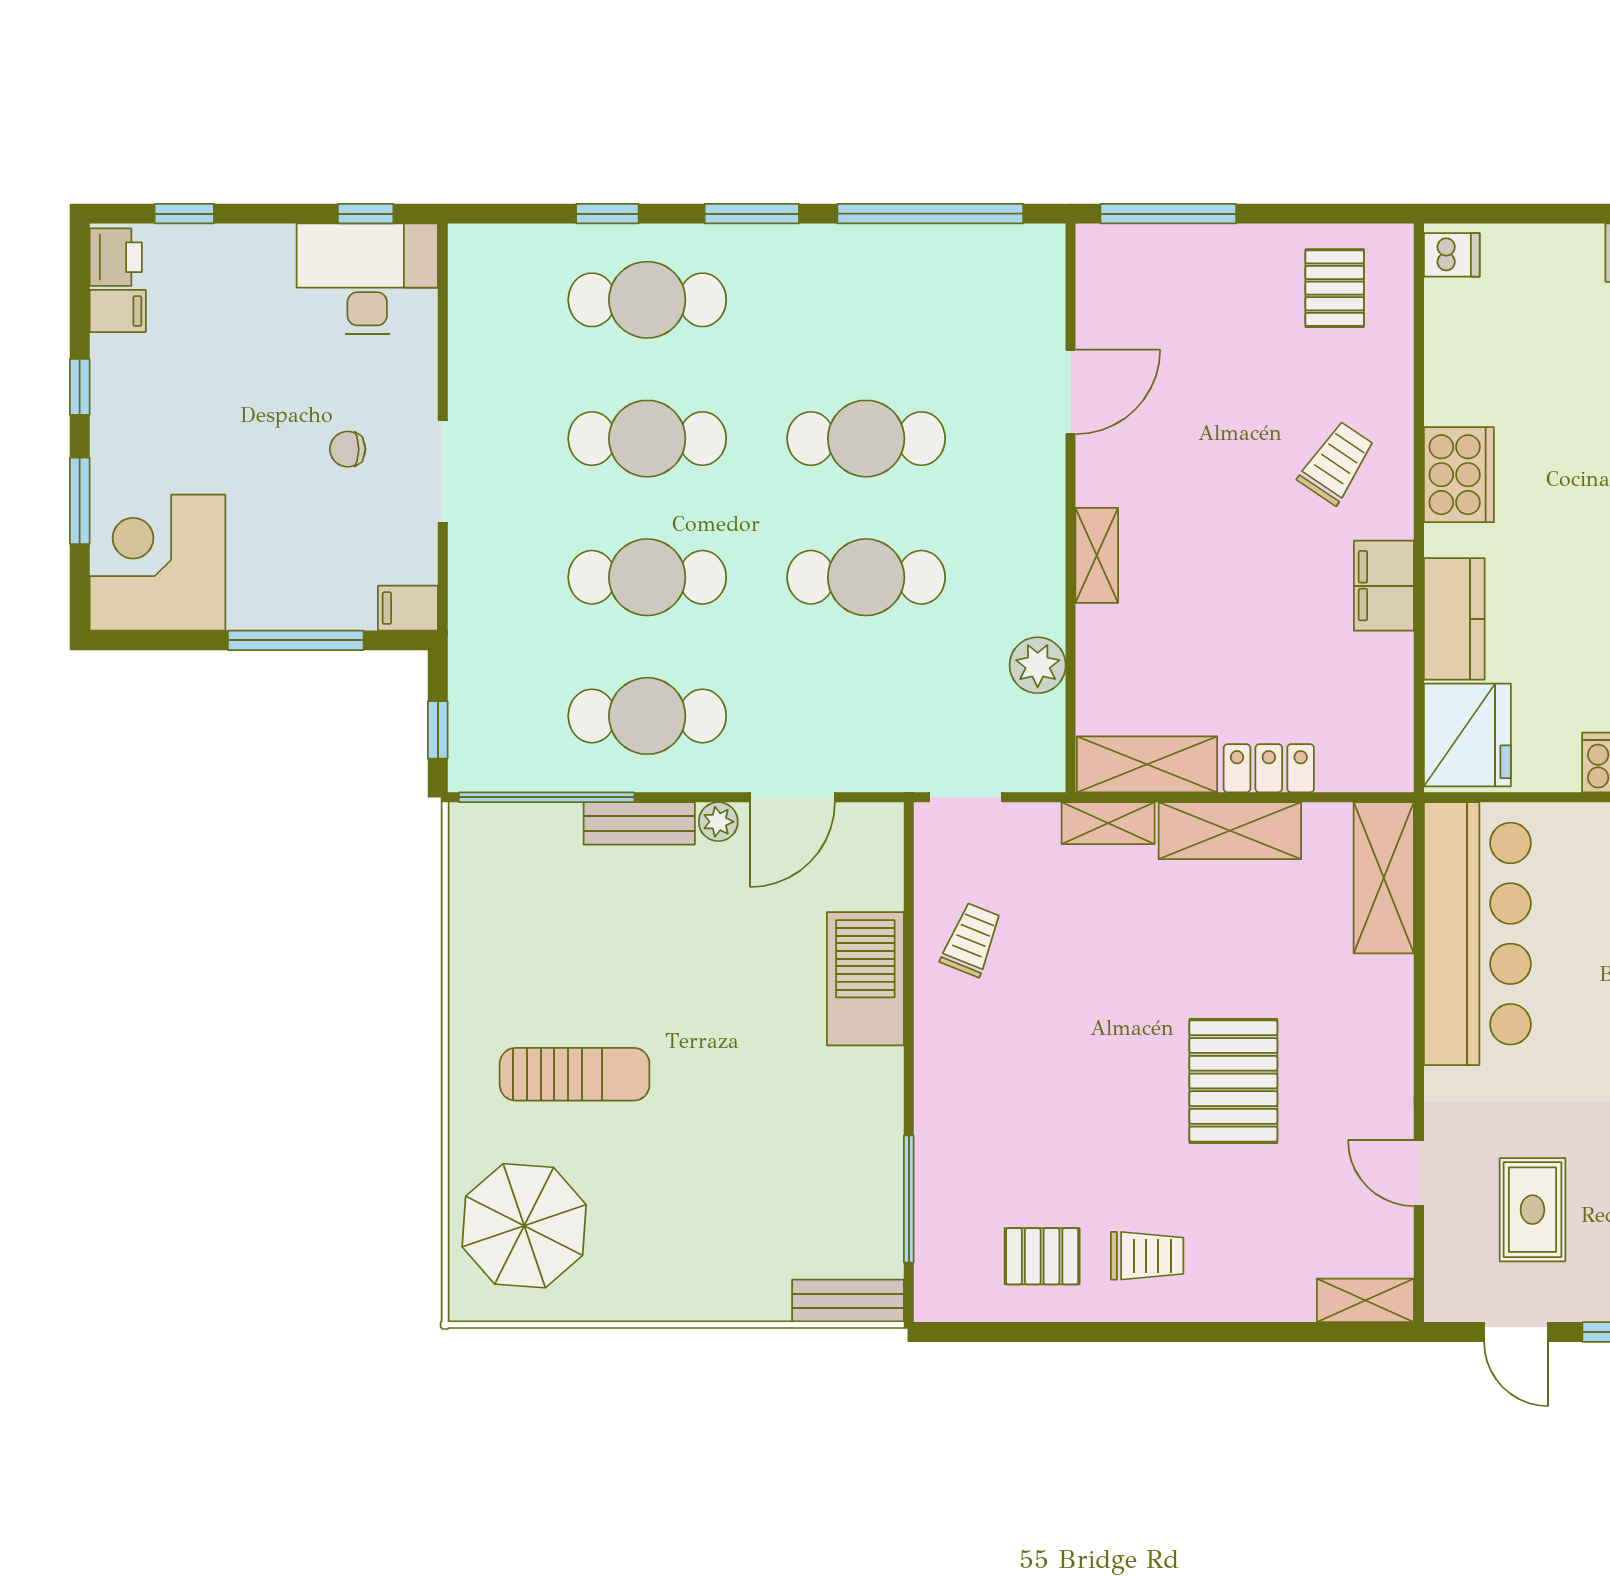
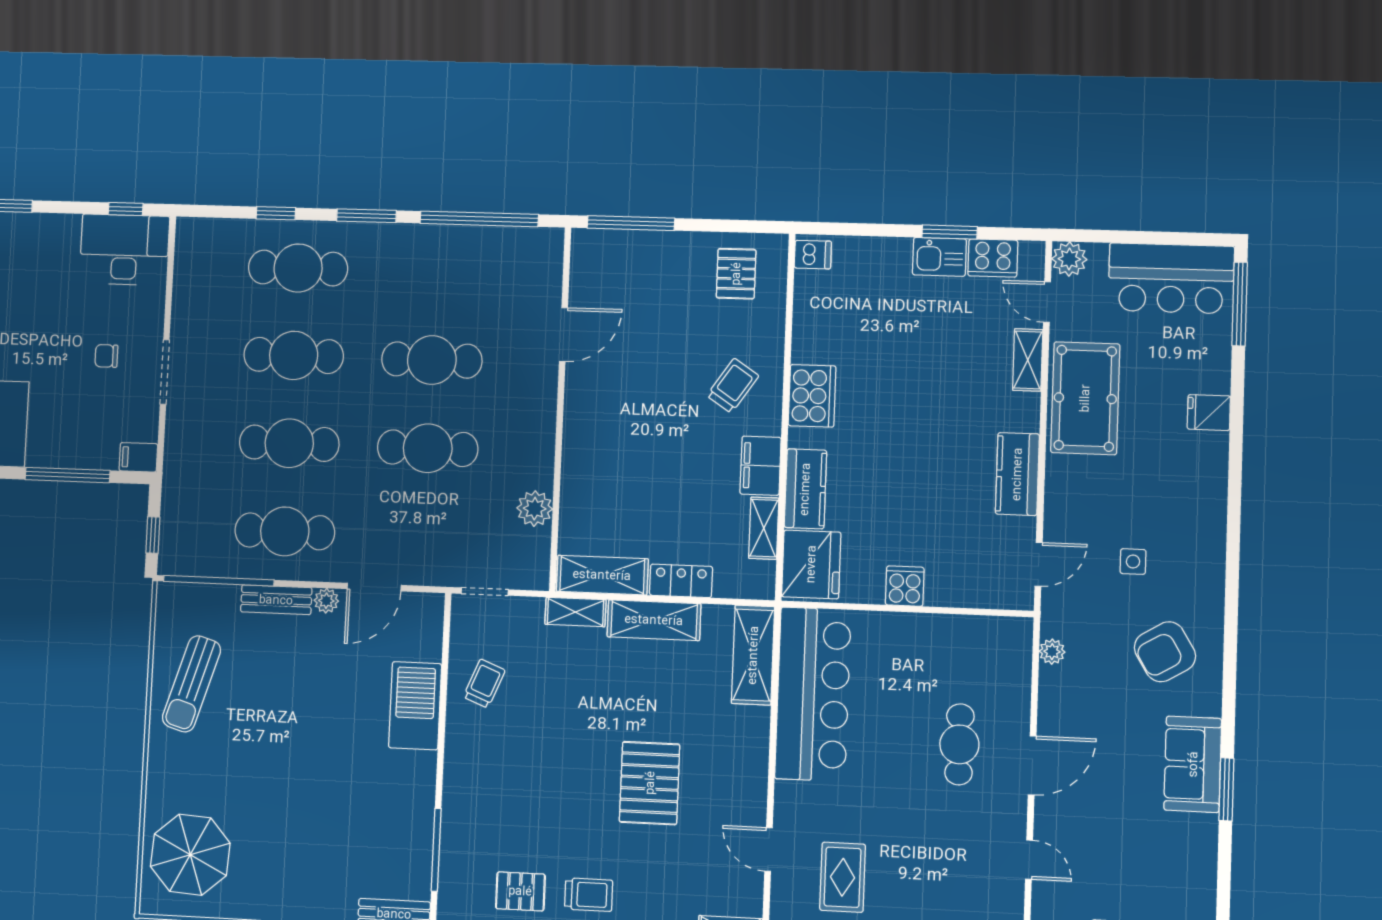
shelving: (1097, 555) -> (764, 528), moved
sun lounger: (575, 1074) -> (192, 684), moved, turned 107

